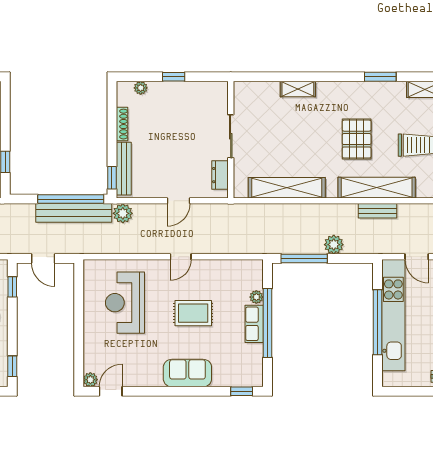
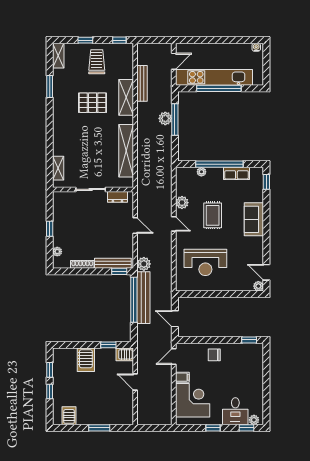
shelving: (298, 89) -> (58, 168), moved
shelving: (377, 188) -> (126, 97), width x0.68
bench: (378, 211) -> (142, 83), width x1.36
door: (43, 259) -> (175, 319), swing flipped
window: (304, 259) -> (175, 120), moved
plant: (212, 269) -> (182, 203), added
window: (12, 287) -> (194, 340), removed
row of seats: (254, 324) -> (236, 173), moved

